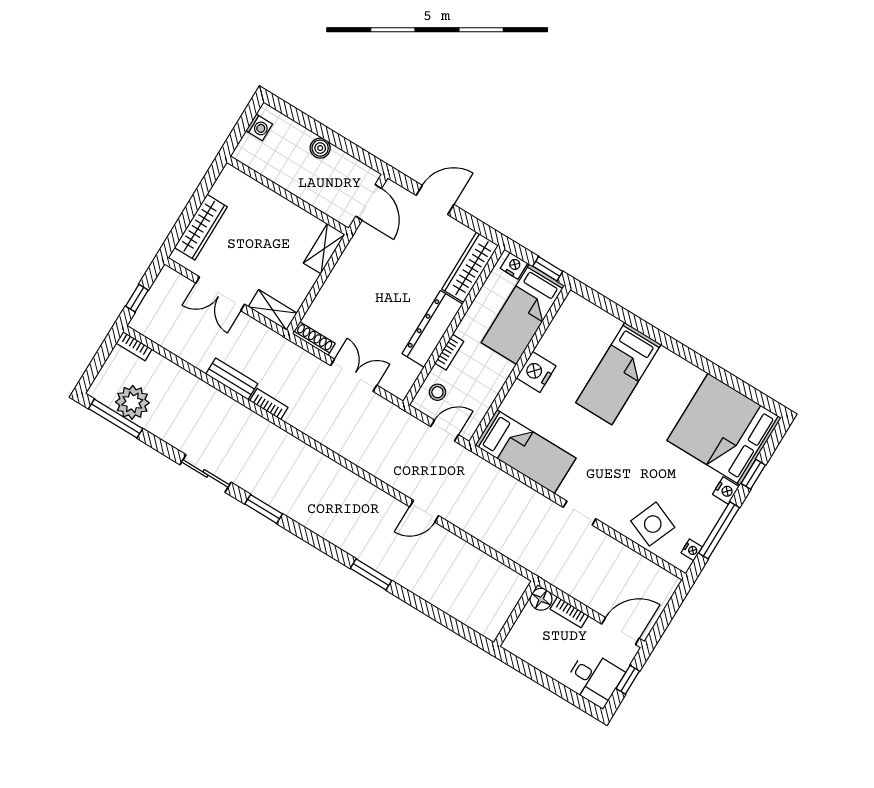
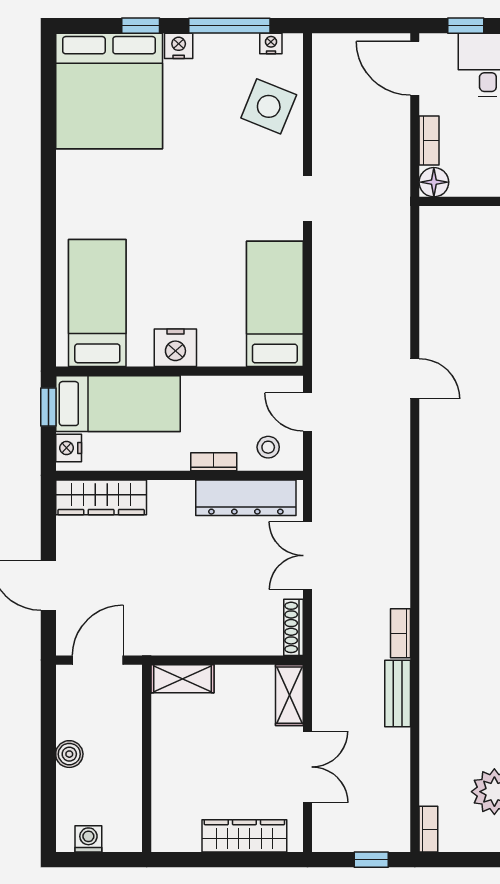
dresser: (432, 329) -> (246, 498), moved
bed: (618, 374) -> (97, 303), moved, turned -90

